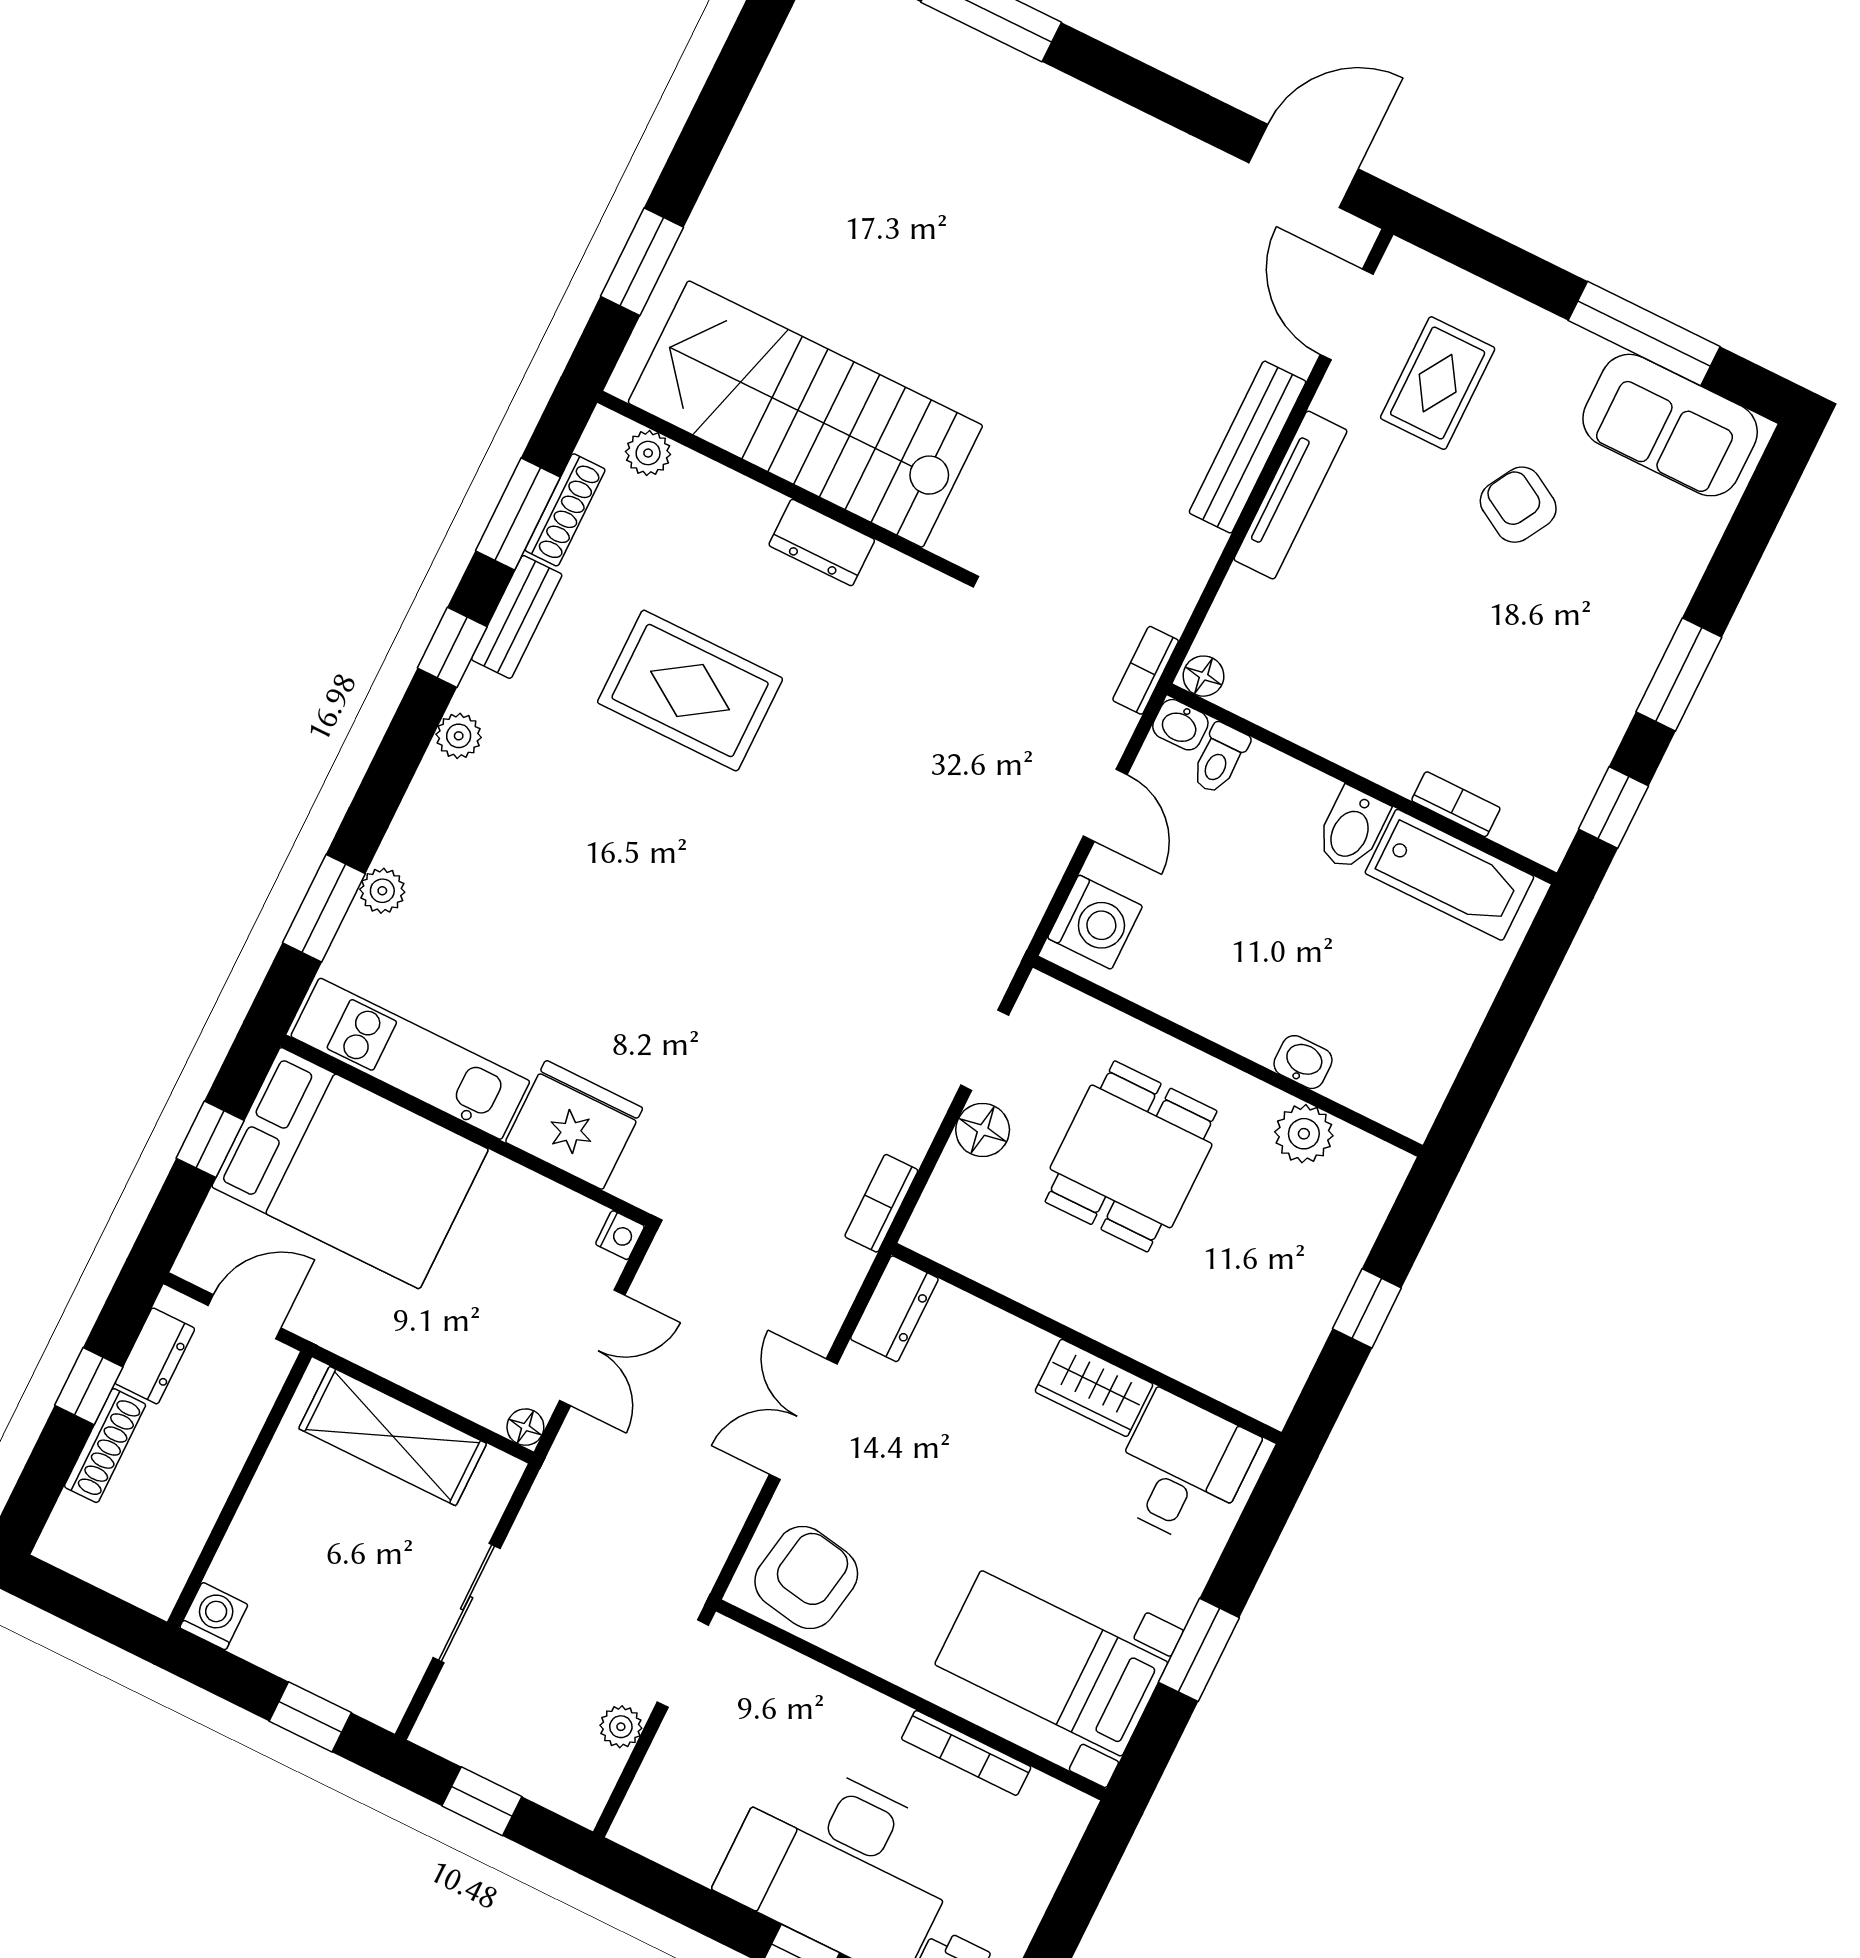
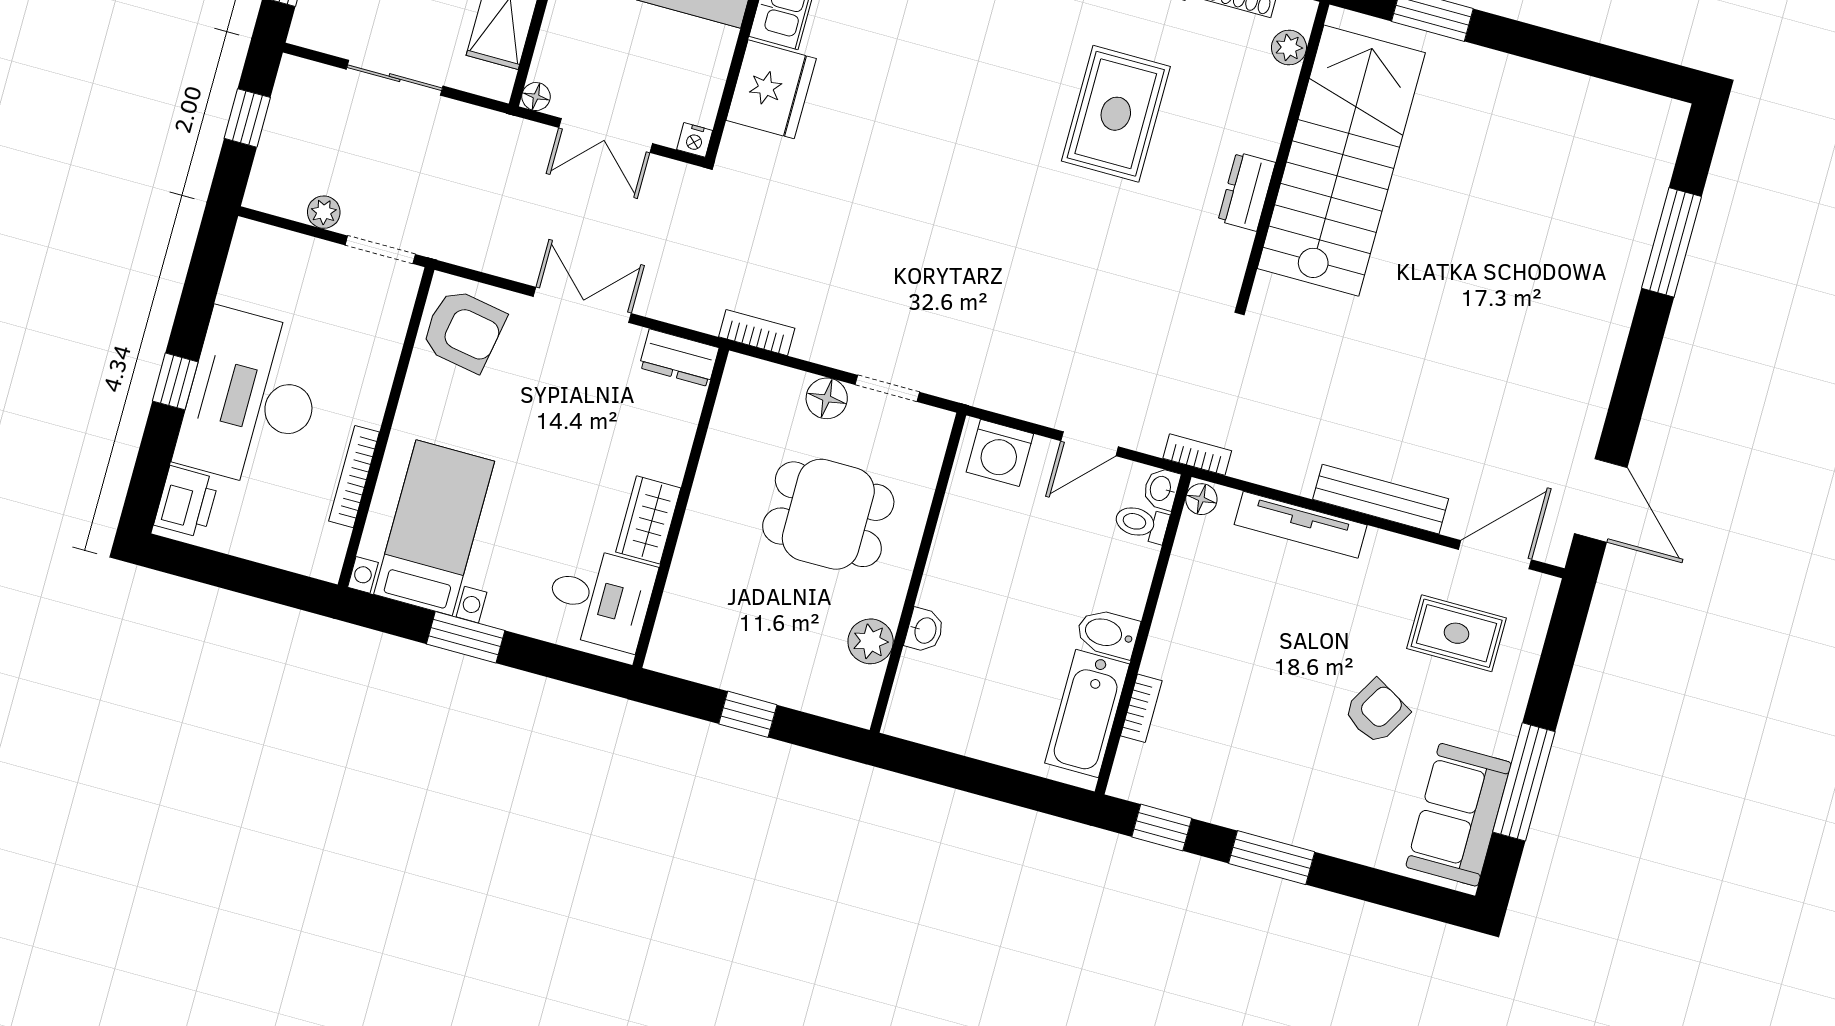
tv unit: (1290, 495) -> (1301, 525), moved

